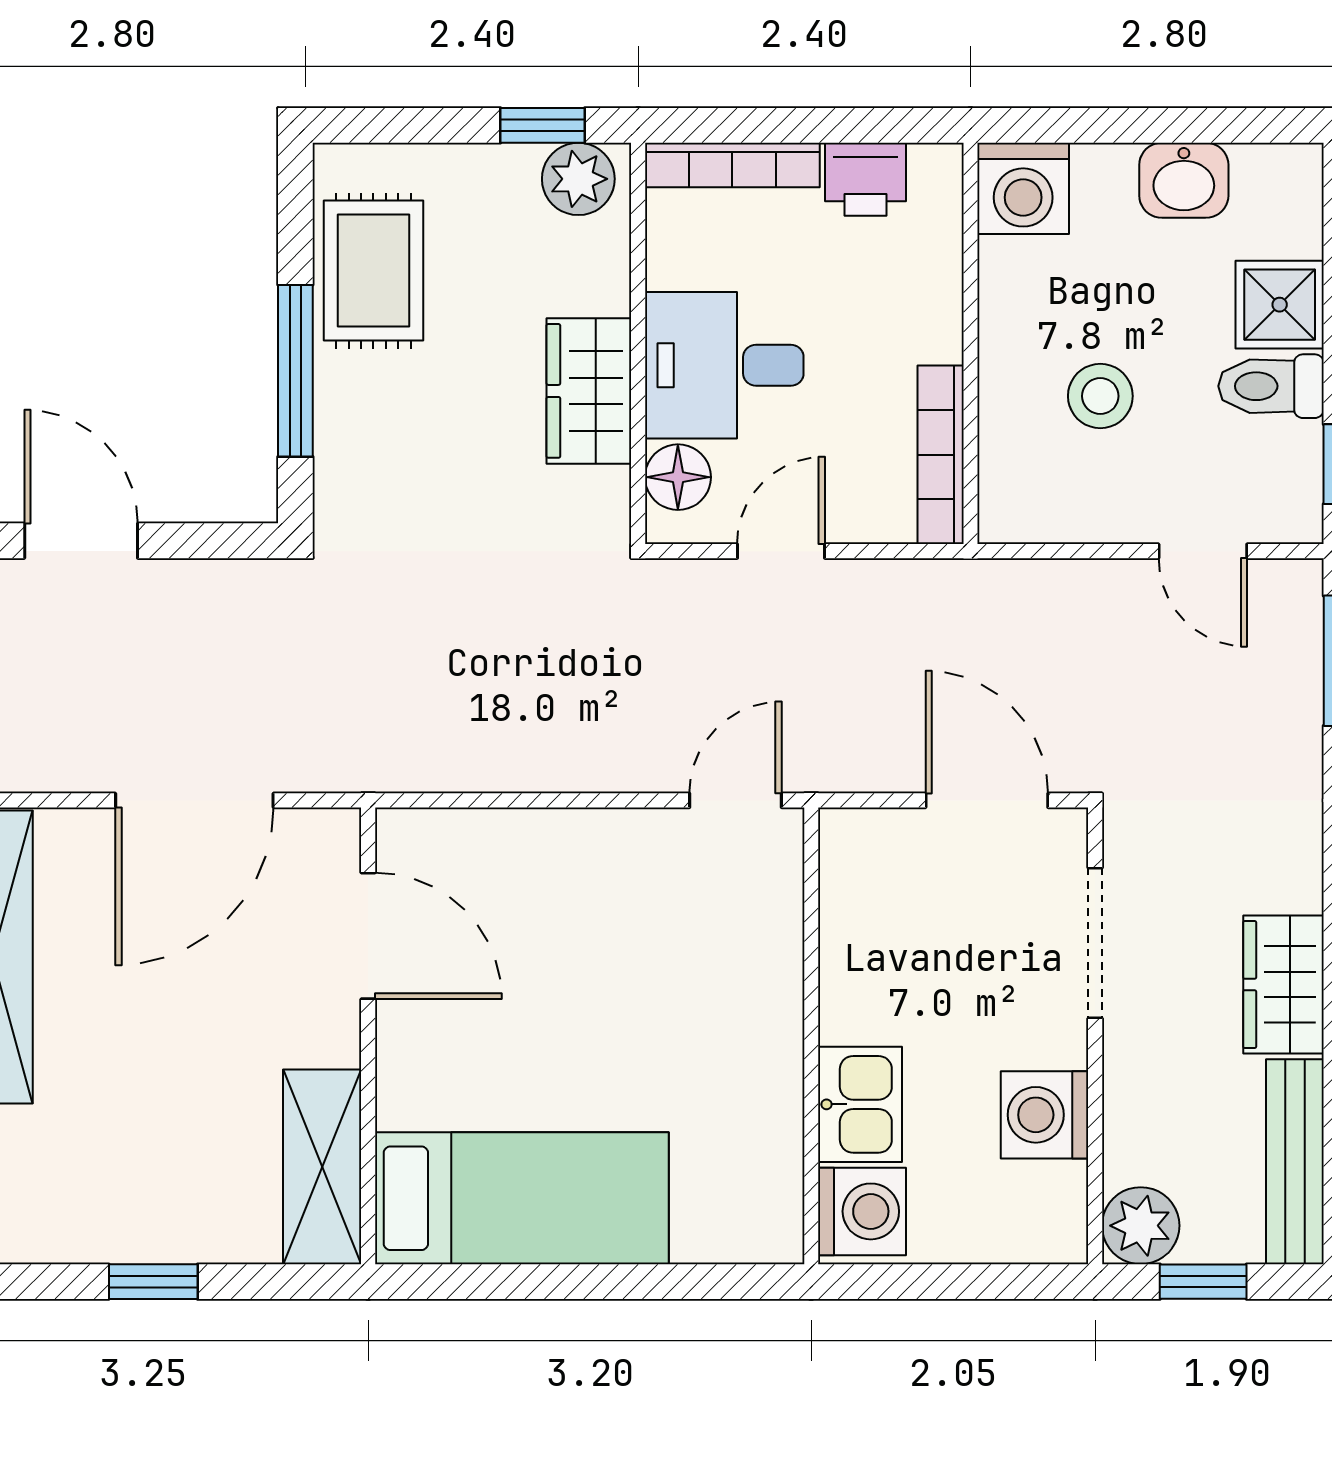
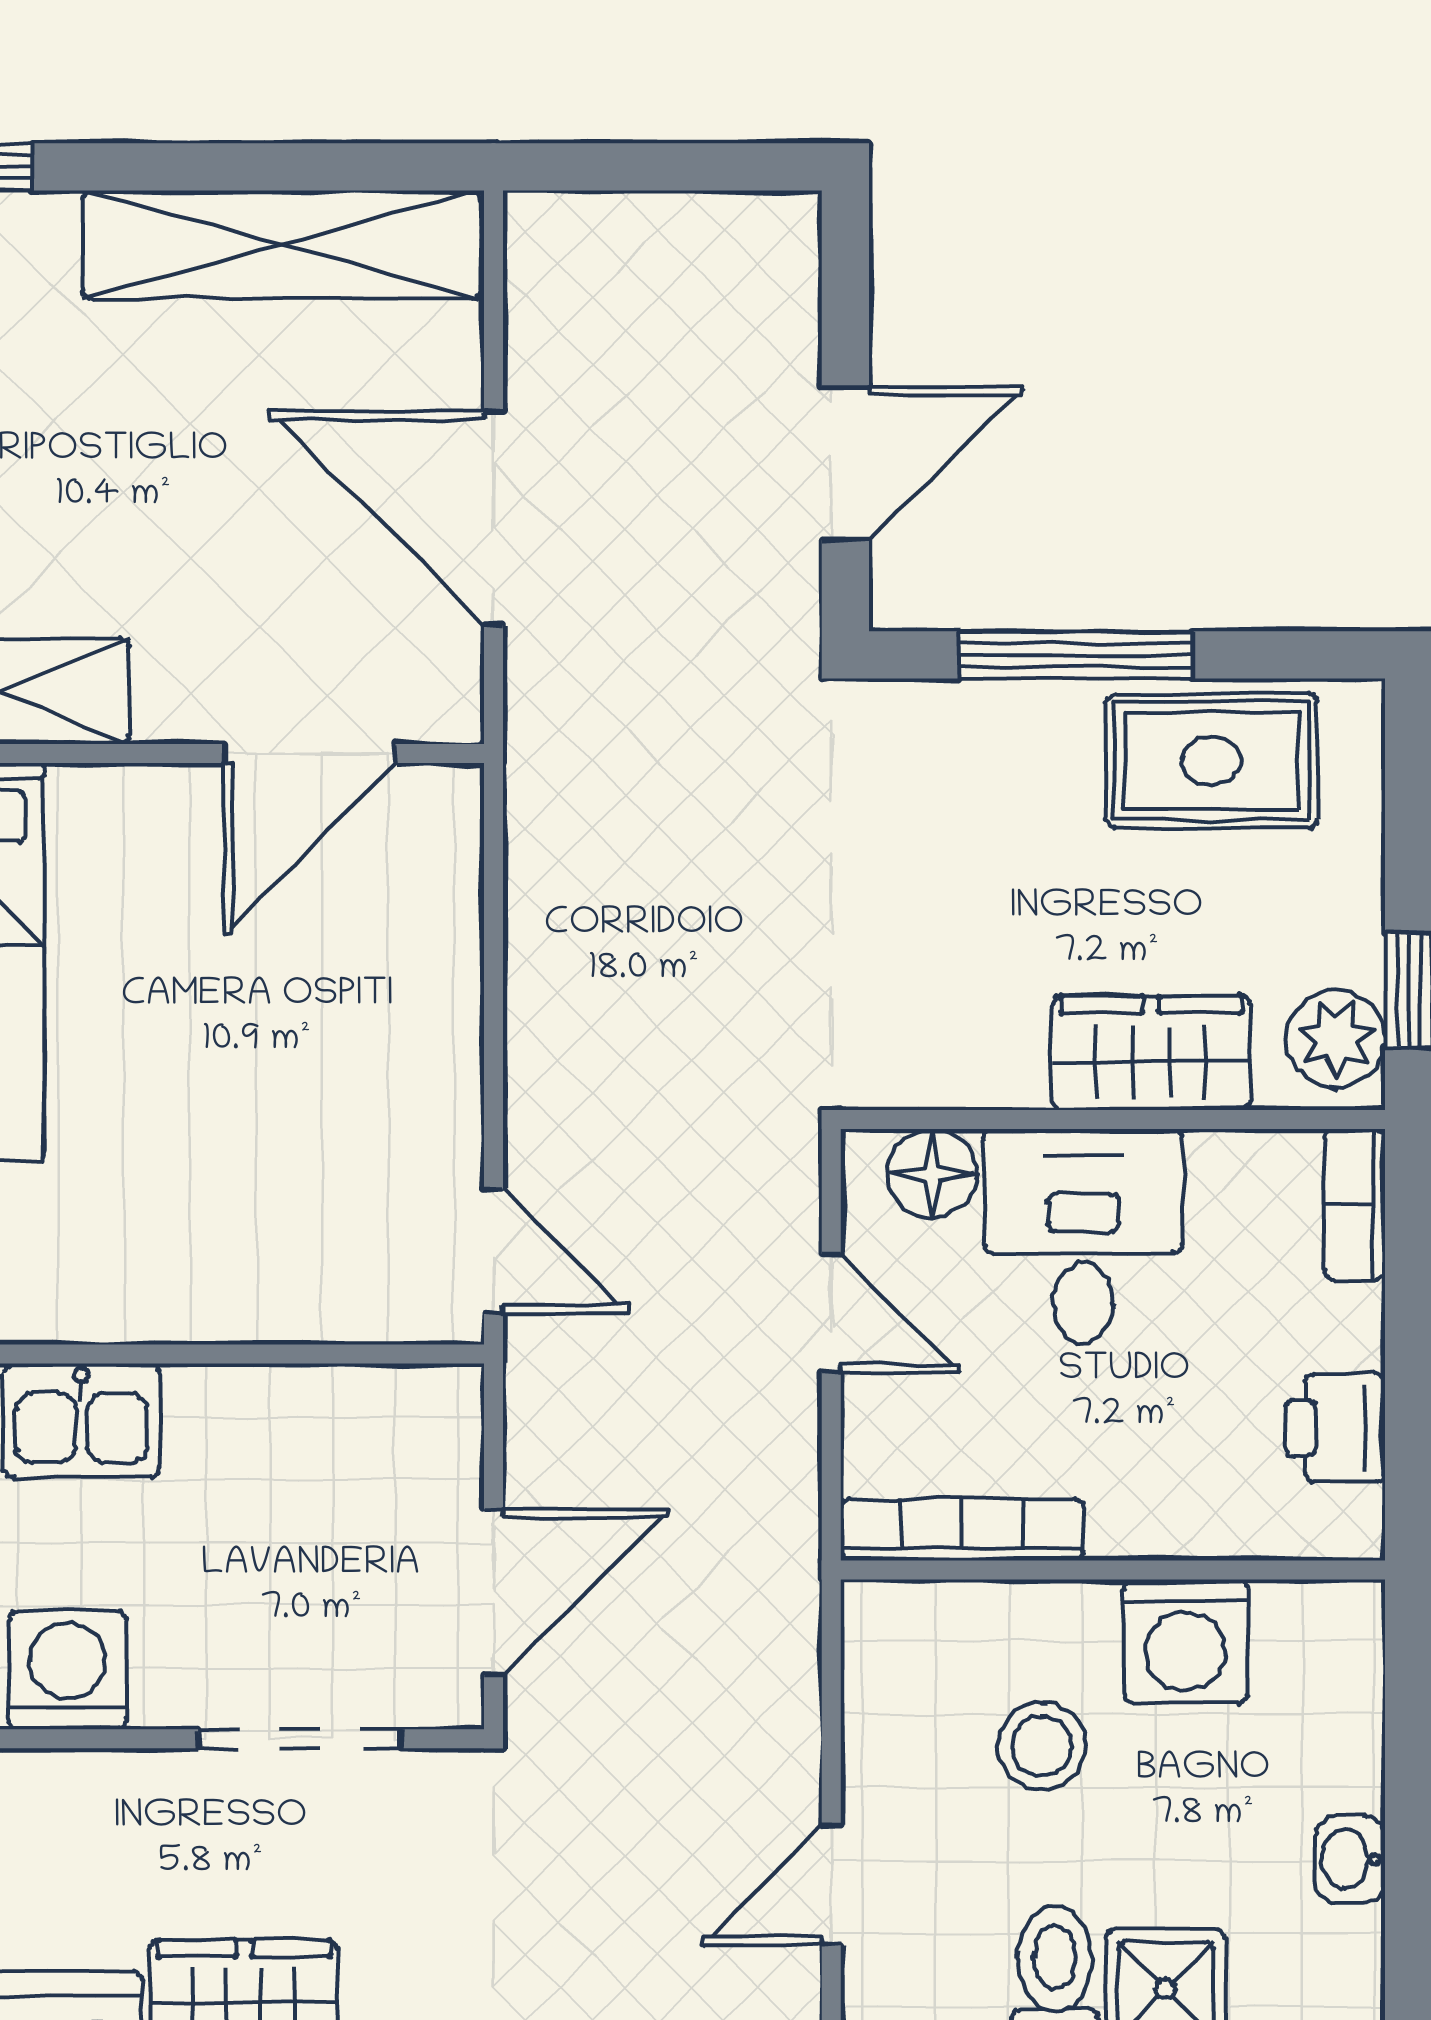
bookcase: (732, 165) -> (1355, 1205), width x0.64
washbasin: (1184, 180) -> (1350, 1859), width x0.72, depth x0.69
washing machine: (1023, 188) -> (1186, 1641), moved, turned -90
wardrobe: (589, 391) -> (1151, 1053), moved
door: (81, 541) -> (845, 463), moved

